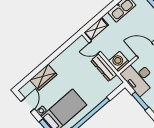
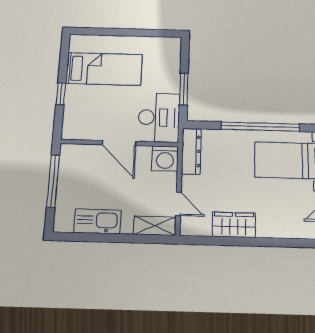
dresser: (104, 68) -> (191, 151), moved
wardrobe: (43, 77) -> (234, 225), moved

